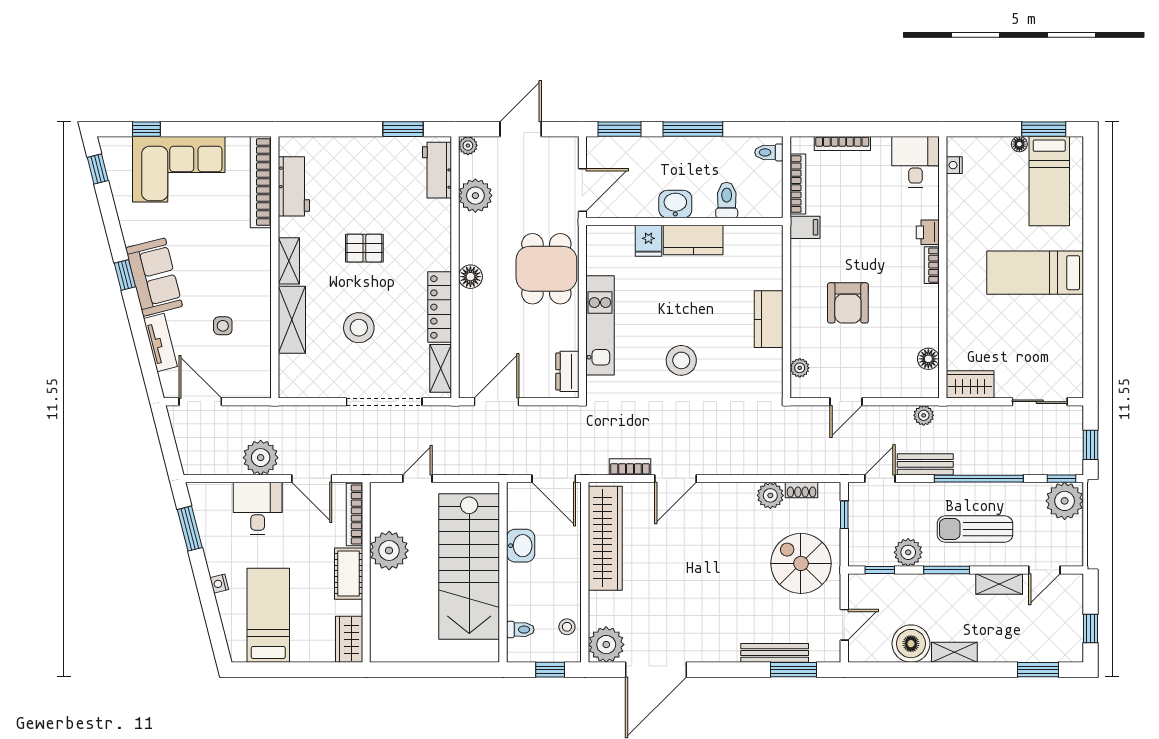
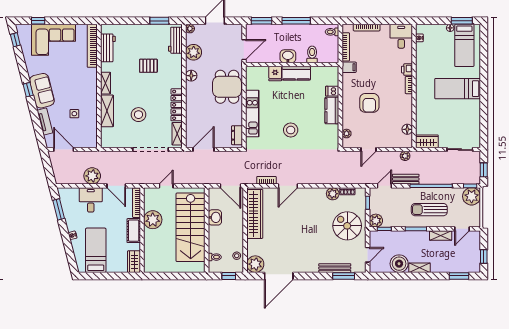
pallet: (364, 248) -> (148, 66), moved
floor lamp: (470, 277) -> (191, 76), moved
dishwasher: (769, 278) -> (332, 91), added
plant: (908, 552) -> (376, 221), moved

